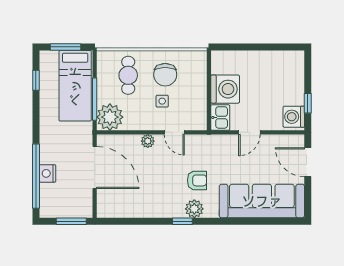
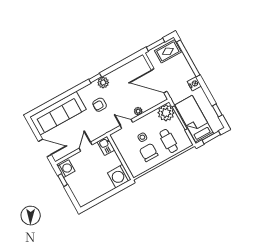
washing machine: (225, 89) -> (119, 176), moved
nightstand: (48, 173) -> (194, 84), moved
rug: (59, 202) -> (168, 51), added
plant: (194, 209) -> (103, 83), moved

